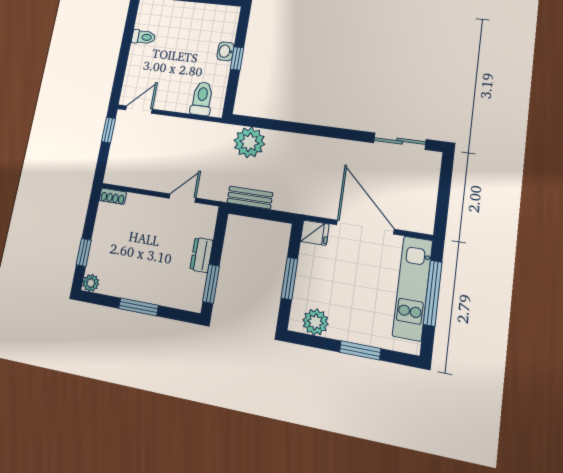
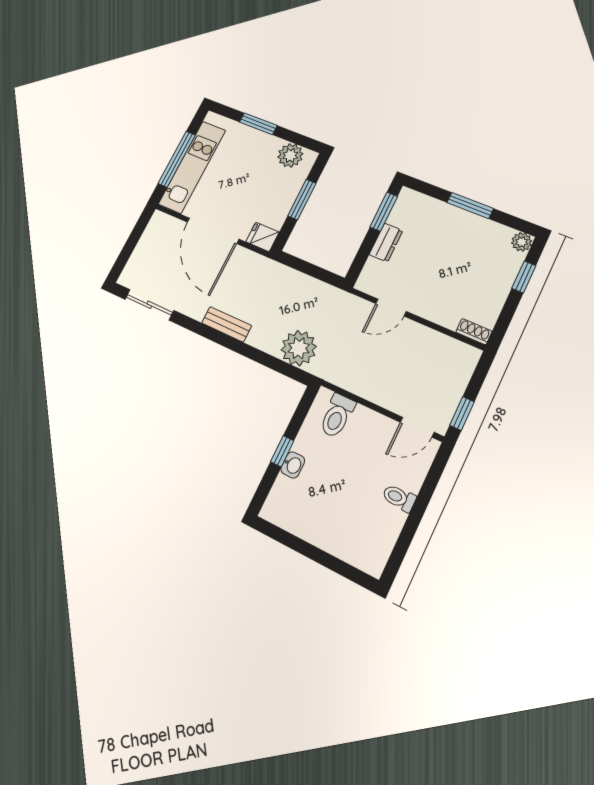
toilet: (143, 37) -> (399, 498), moved
bench: (250, 198) -> (227, 324), moved

